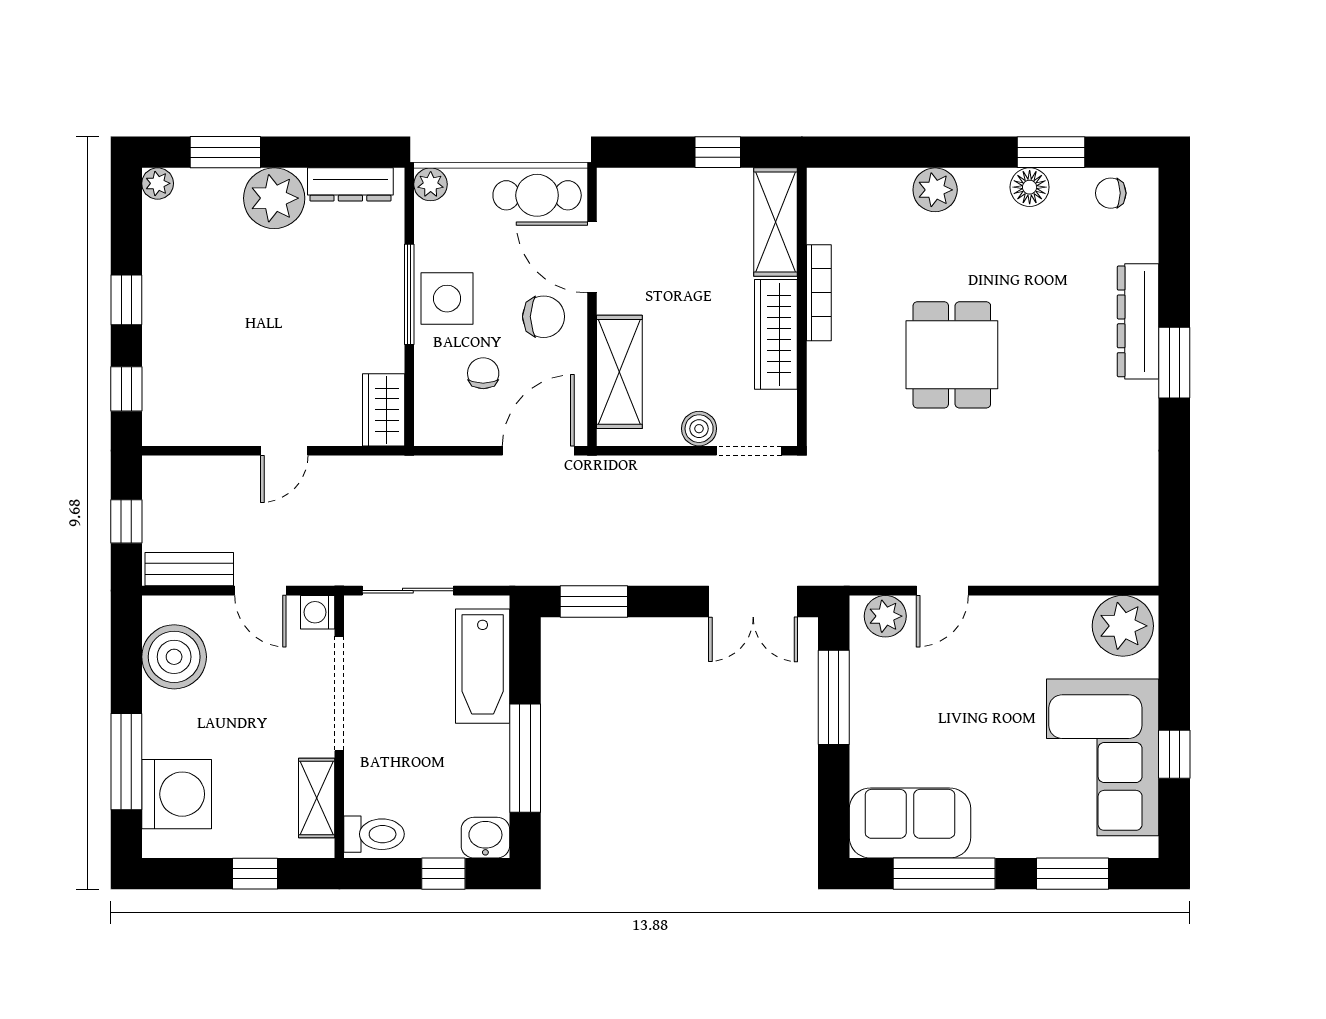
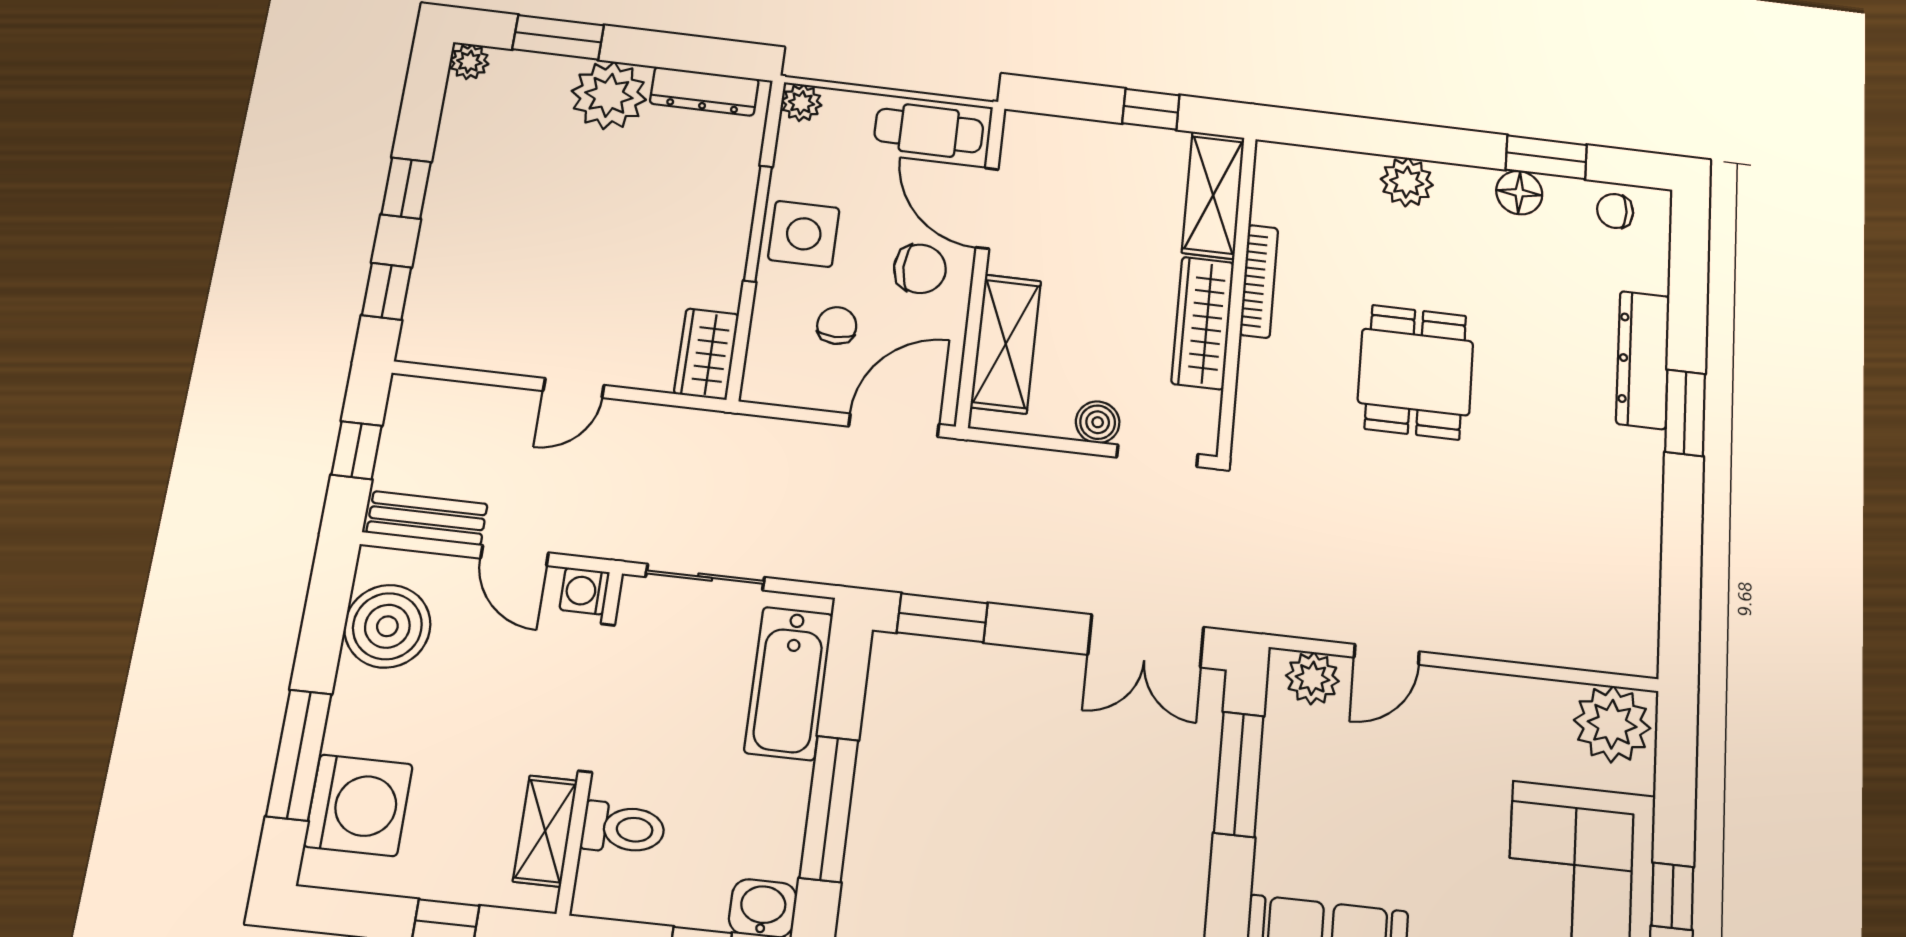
toilet: (374, 834) -> (623, 828), moved

